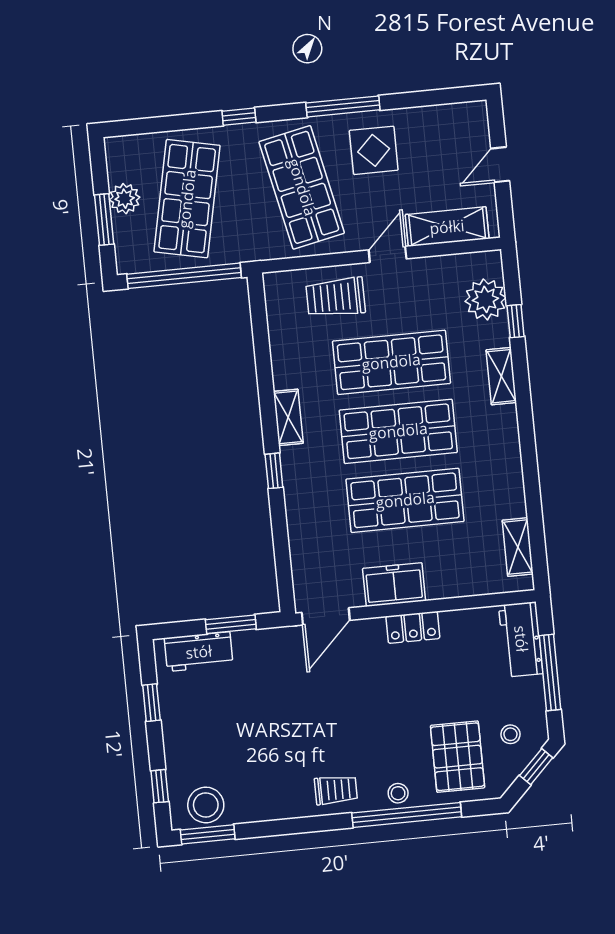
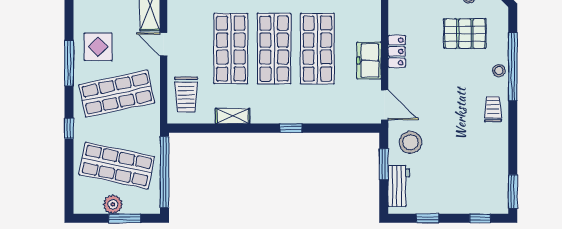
trolley: (336, 297) -> (186, 94), moved
shelving: (288, 417) -> (233, 116), moved
pallet: (458, 757) -> (465, 34), moved
stool: (206, 805) -> (410, 142), moved

